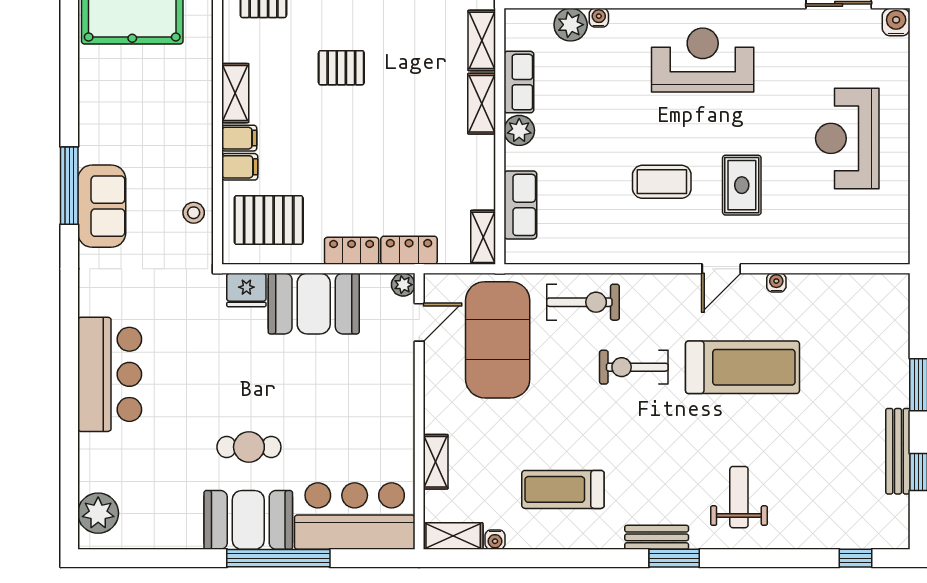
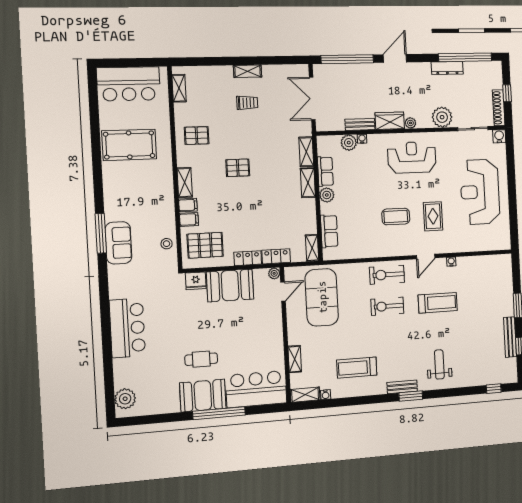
reception desk: (847, 138) -> (480, 192), width x1.36, depth x1.30
exercise bike: (583, 302) -> (387, 275), moved, turned 180
treadmill: (742, 367) -> (438, 303), width x0.73, depth x0.73

